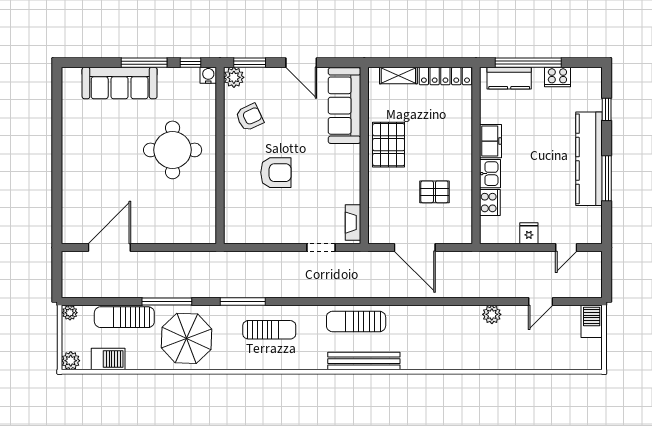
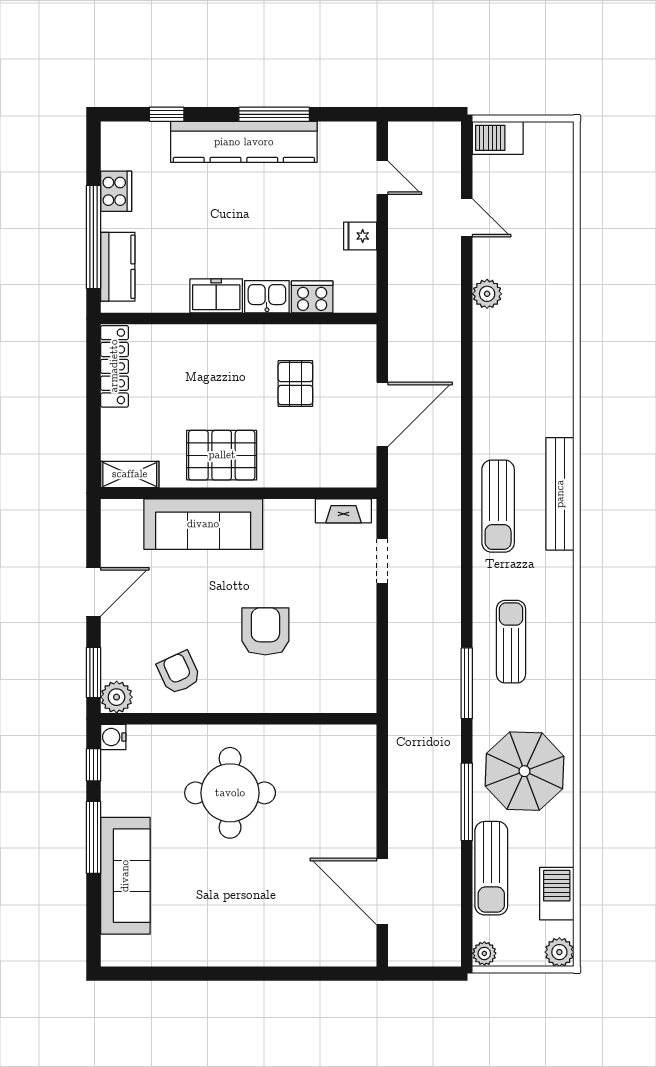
shelving: (398, 76) -> (130, 474), moved, turned 90
sofa: (345, 106) -> (203, 524), moved

